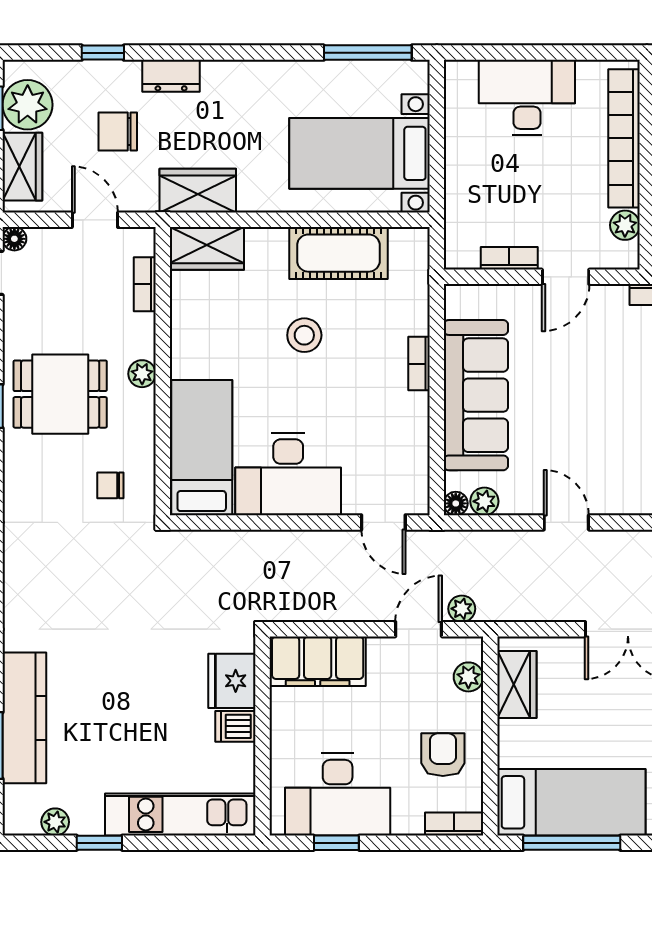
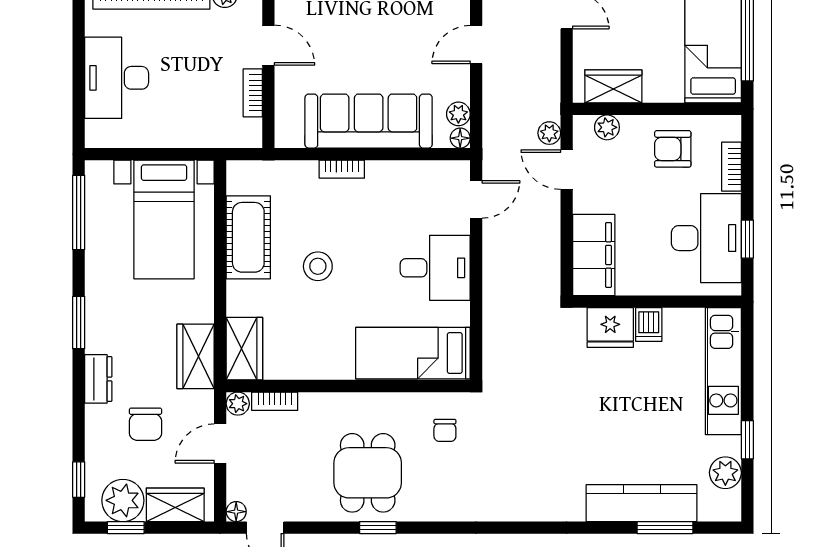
window: (103, 53) -> (79, 480), moved
window: (238, 53) -> (79, 322), added
plant: (142, 374) -> (238, 404), moved
desk: (288, 474) -> (435, 268), width x0.73
plant: (55, 822) -> (725, 473), width x1.38, depth x1.38
bookcase: (454, 824) -> (731, 167), moved

